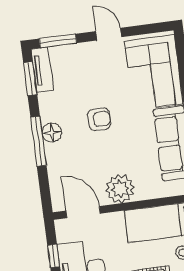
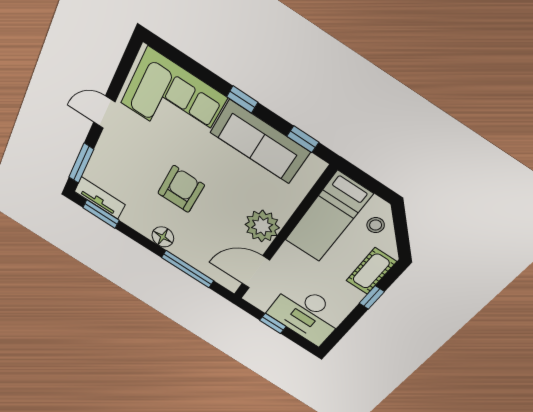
armchair: (99, 119) -> (181, 189), width x1.38, depth x1.38
window: (38, 141) -> (188, 269), moved

